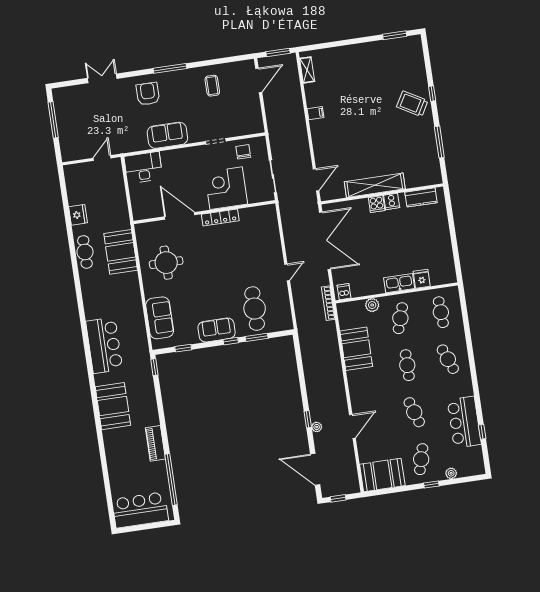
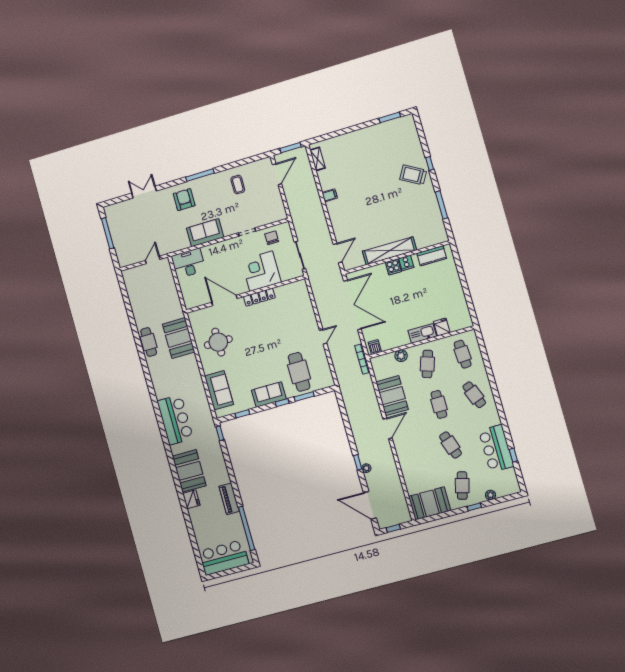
fridge: (78, 215) -> (191, 499), moved
door: (352, 426) -> (388, 428), moved

